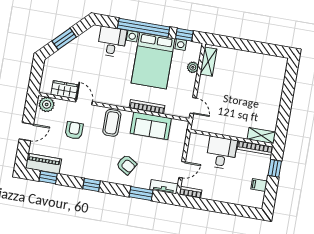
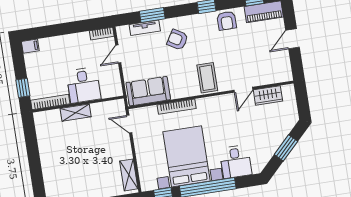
plant: (193, 67) -> (143, 163), removed
door: (84, 102) -> (243, 90), hinge flipped
plant: (47, 104) -> (281, 74), removed
sofa: (151, 126) -> (148, 91), moved
armchair: (74, 130) -> (227, 21), moved
shelving: (261, 136) -> (76, 113), moved
filing cabinet: (259, 185) -> (30, 46), moved
tv unit: (164, 187) -> (145, 28), moved

